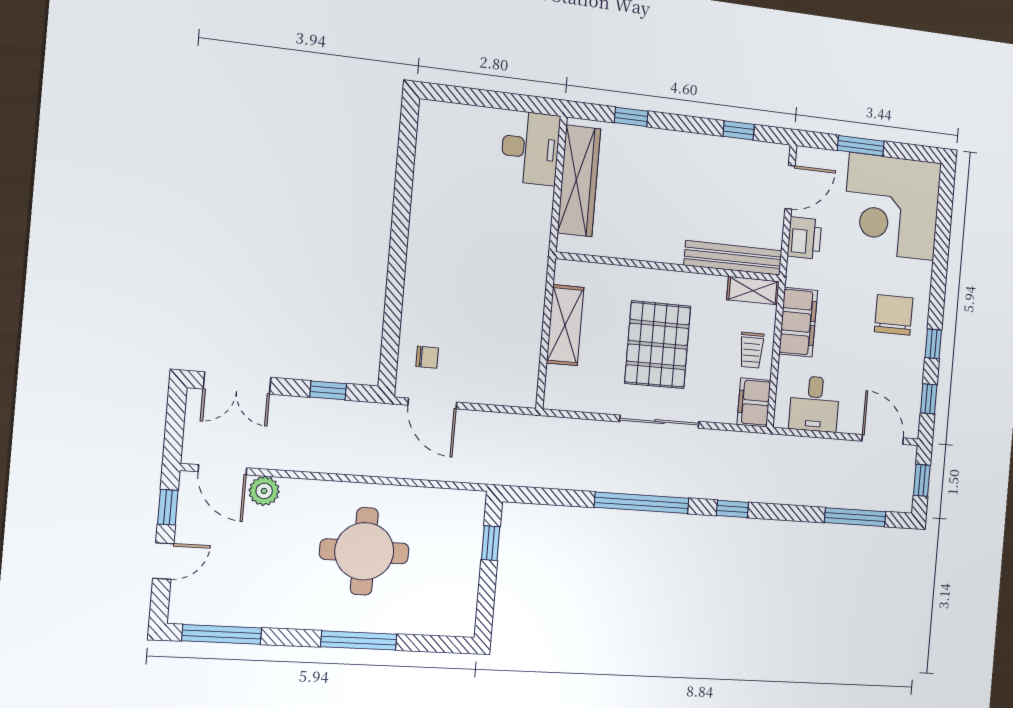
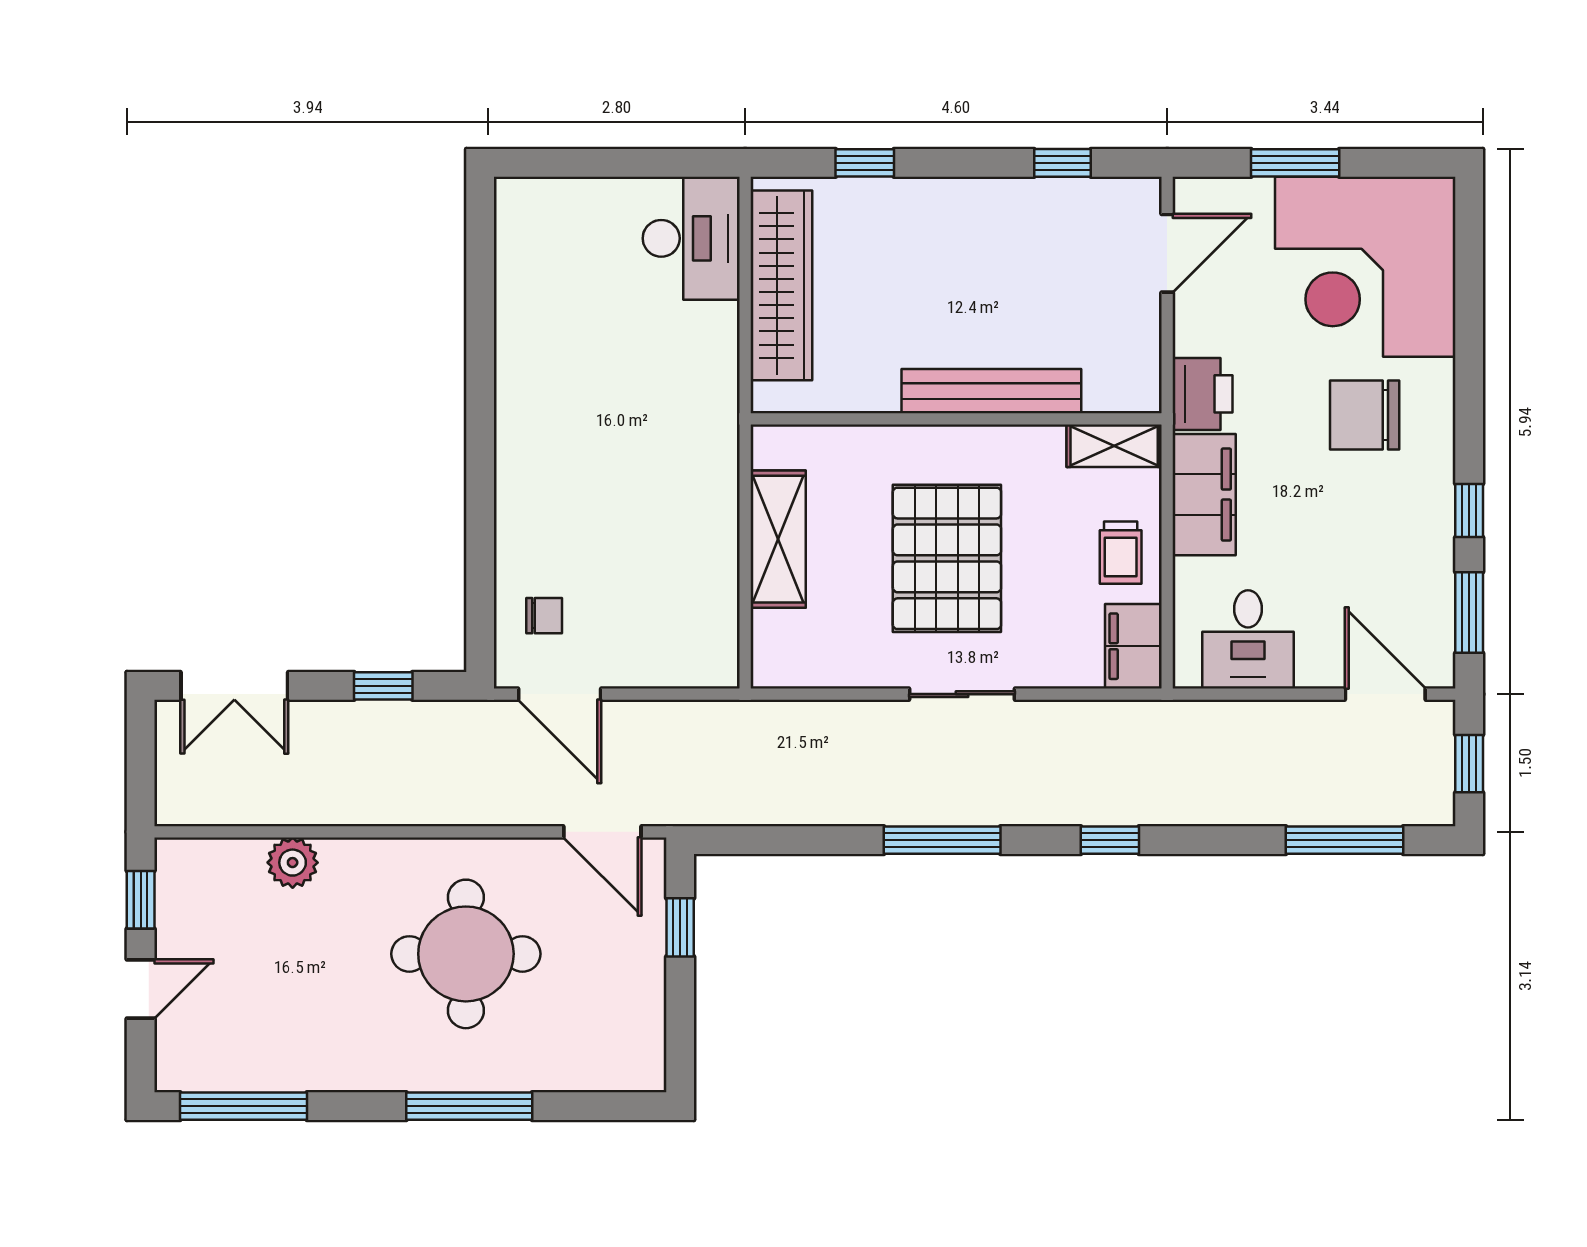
printer: (804, 238) -> (1203, 394), moved
bench: (733, 258) -> (991, 391), moved
chair: (894, 315) -> (1365, 415), moved, turned -90
window: (929, 399) -> (1469, 613), width x1.50
sliding door: (659, 422) -> (962, 694), width x0.73
door: (222, 470) -> (602, 832), moved
window: (642, 503) -> (942, 840), width x0.68

